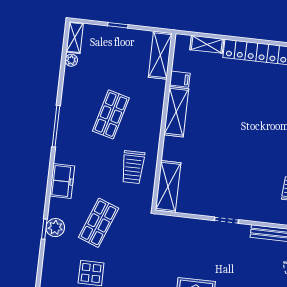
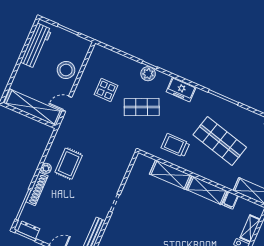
shop shelf: (111, 114) -> (220, 141), width x1.43, depth x1.36
shelving: (168, 186) -> (170, 175), moved
shop shelf: (99, 223) -> (142, 107), turned -45

